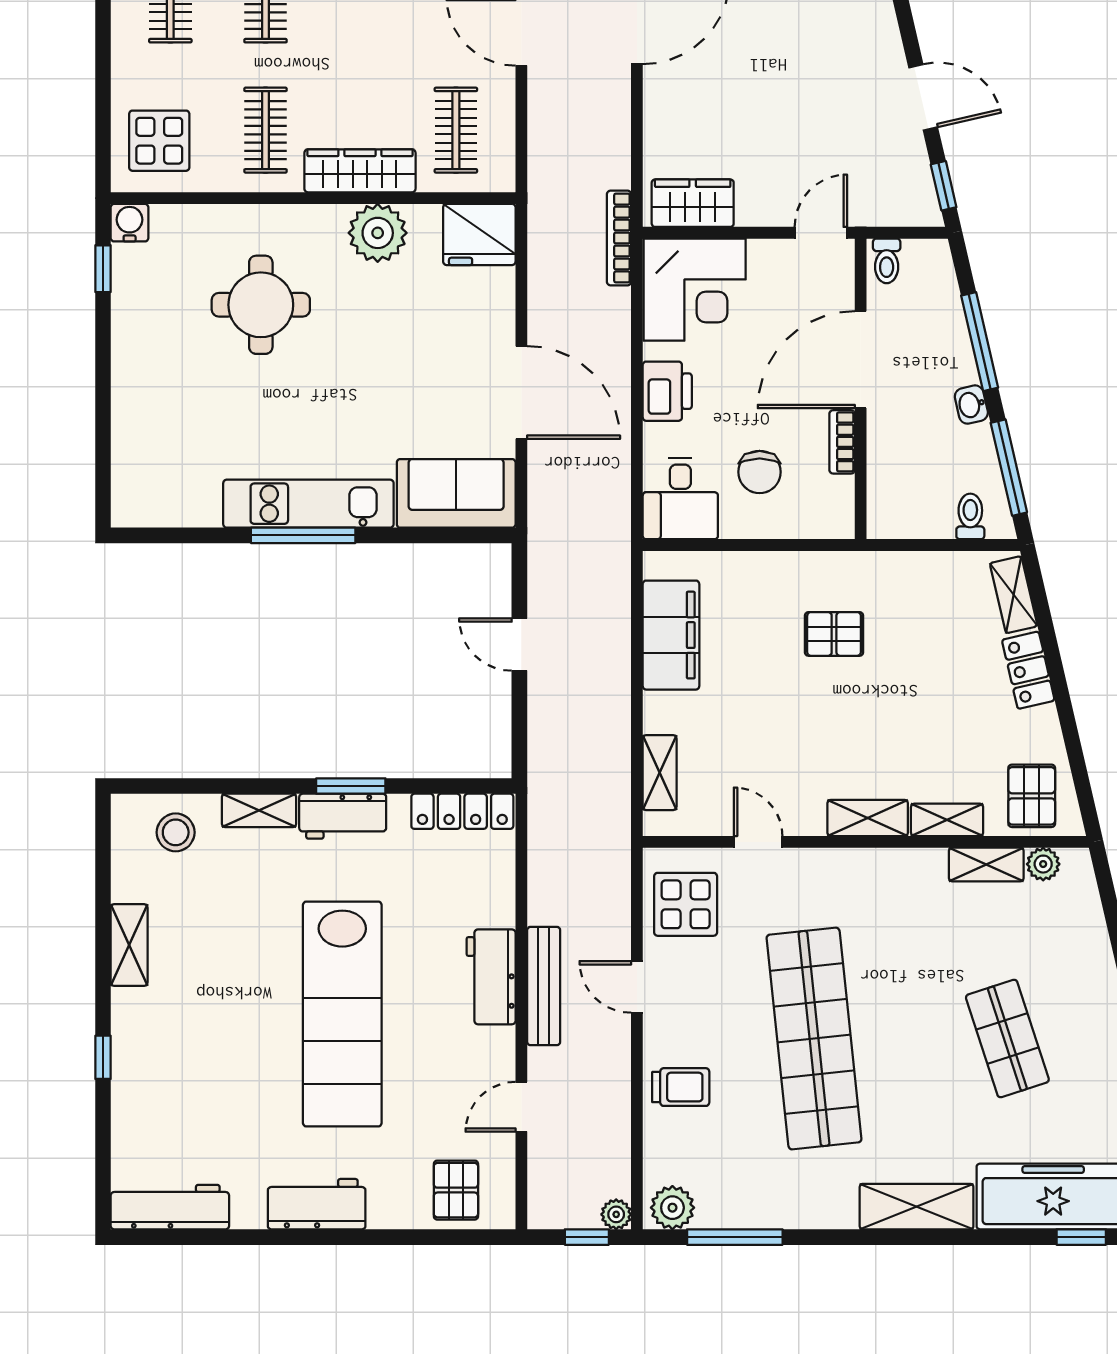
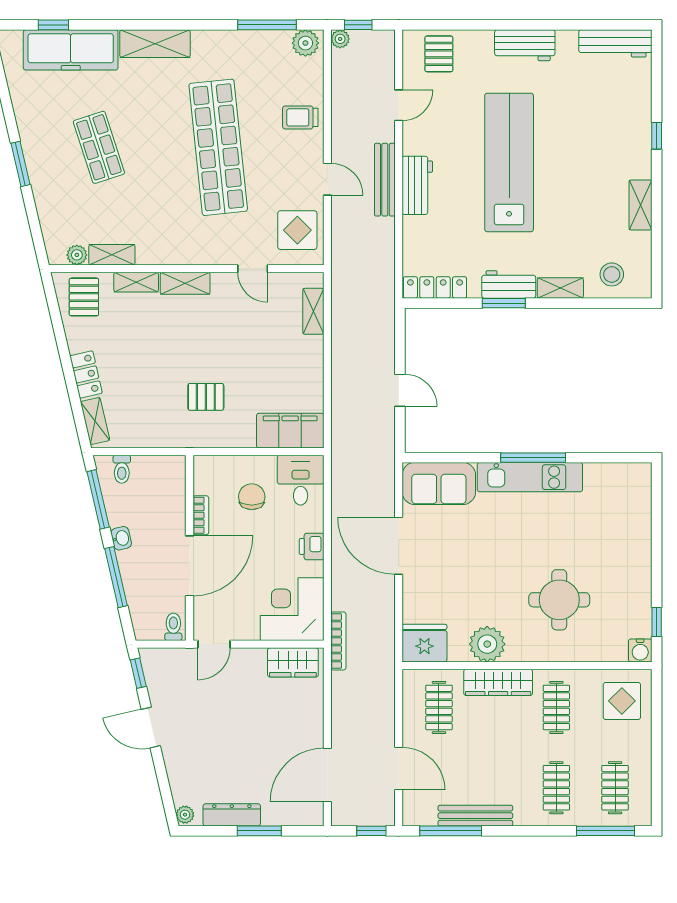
printer: (667, 391) -> (312, 546), width x0.73, depth x0.81
filing cabinet: (671, 635) -> (290, 431), moved, turned 90

